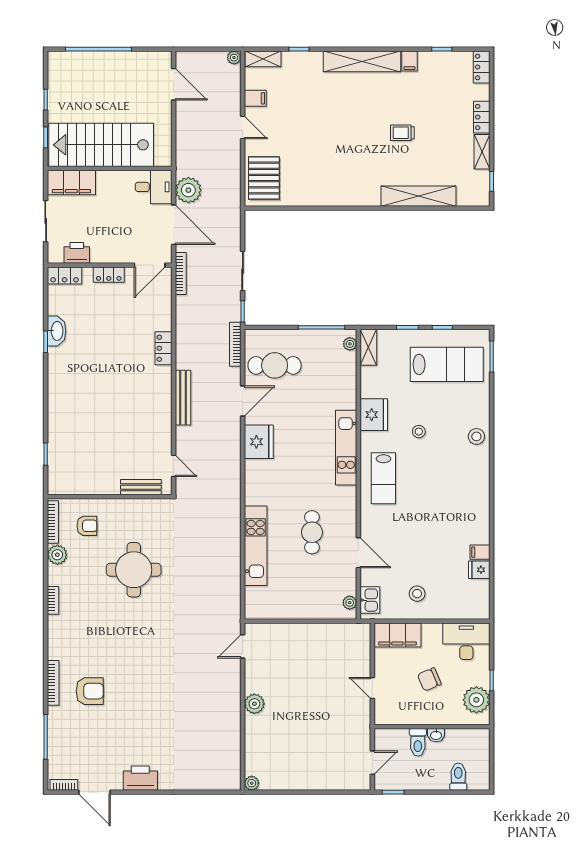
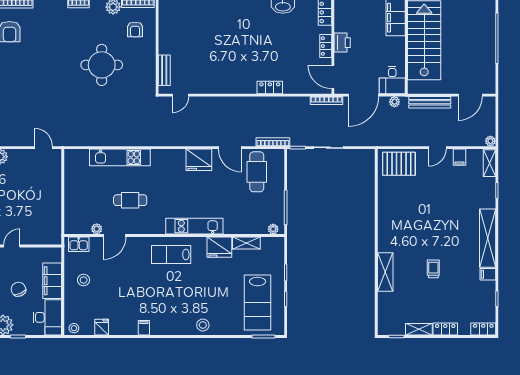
plant: (188, 190) -> (394, 102), width x0.53, depth x0.53
shelving: (418, 196) -> (385, 272), width x0.68
printer: (77, 253) -> (342, 43), moved
shelving: (368, 347) -> (246, 243), moved
bench: (183, 398) -> (430, 102), moved
stool: (419, 432) -> (74, 328), moved
filing cabinet: (480, 552) -> (144, 328), moved
plant: (350, 603) -> (97, 229), moved
filing cabinet: (397, 635) -> (52, 281), moved

